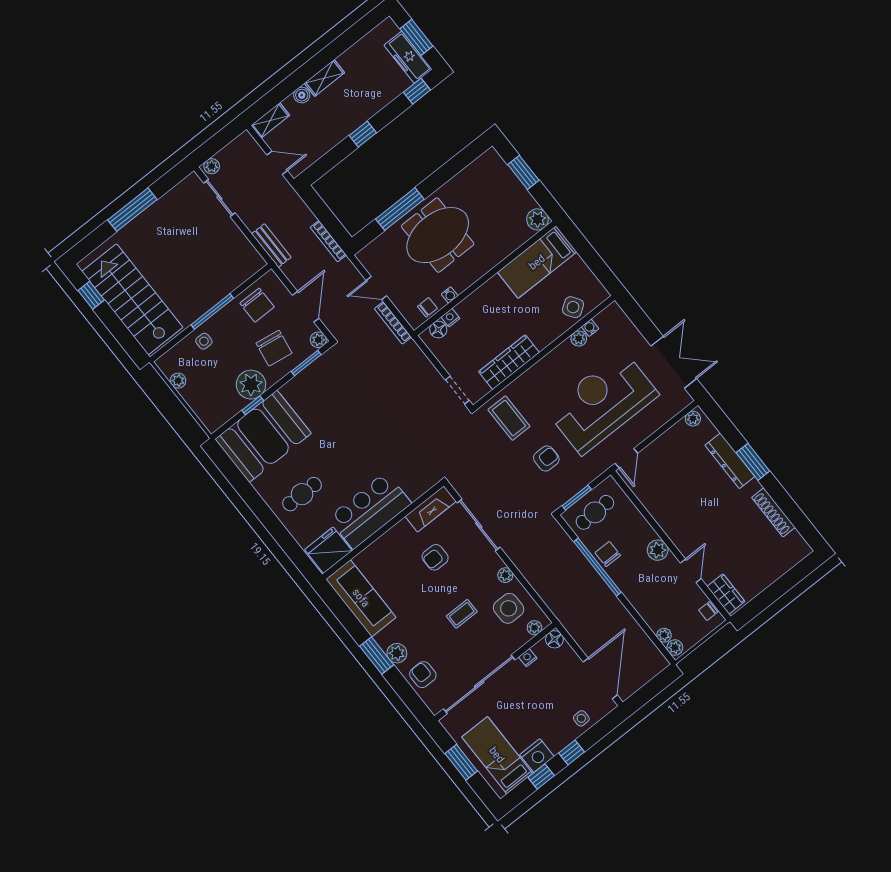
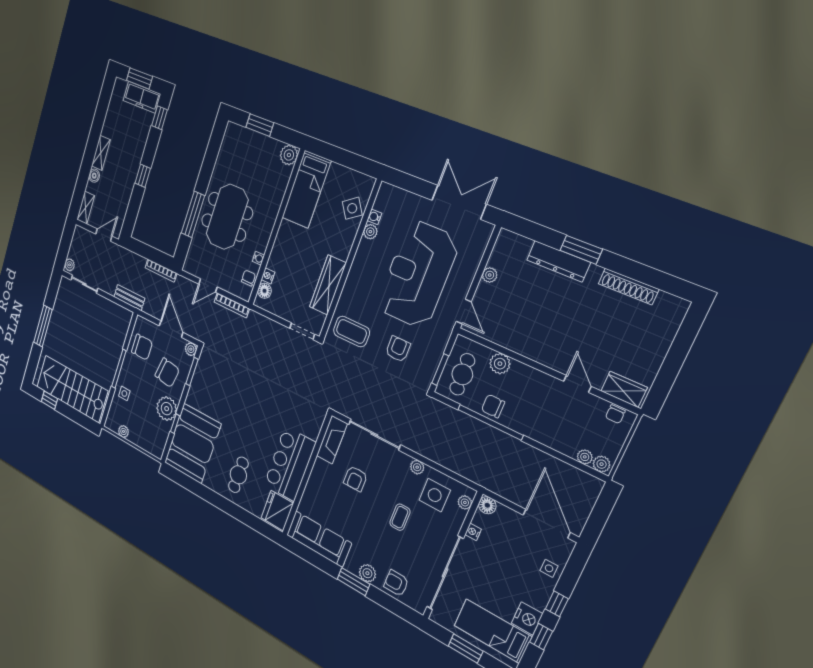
plant: (693, 419) -> (490, 275), moved
plant: (658, 550) -> (500, 364), moved

